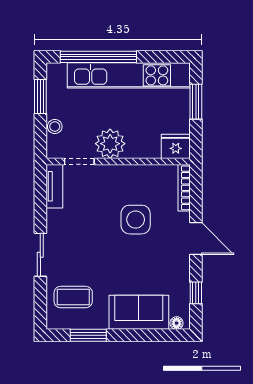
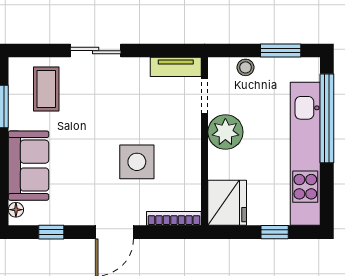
window: (196, 102) -> (275, 232), width x0.67
fridge: (176, 146) -> (227, 203), width x1.36, depth x1.34

